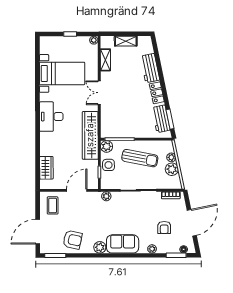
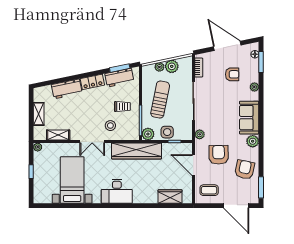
stool: (115, 110) -> (110, 126), added
trolley: (133, 122) -> (122, 107), added
armchair: (87, 215) -> (219, 155), added

